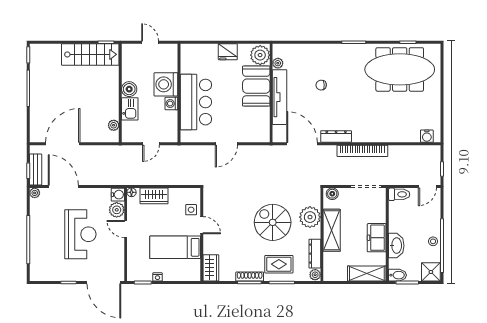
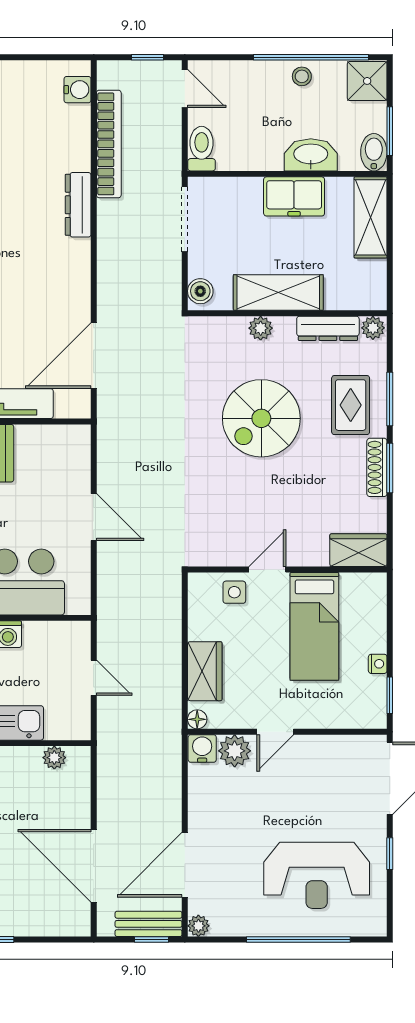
dresser: (336, 136) -> (78, 205), moved
bookcase: (362, 151) -> (109, 144), moved
plant: (310, 217) -> (261, 328), width x0.53, depth x0.53
reception desk: (80, 234) -> (317, 875), moved, turned 180

